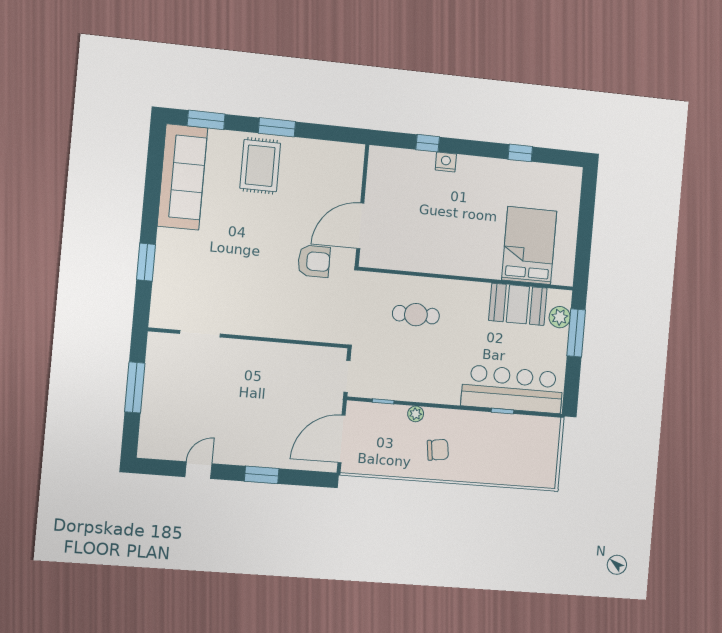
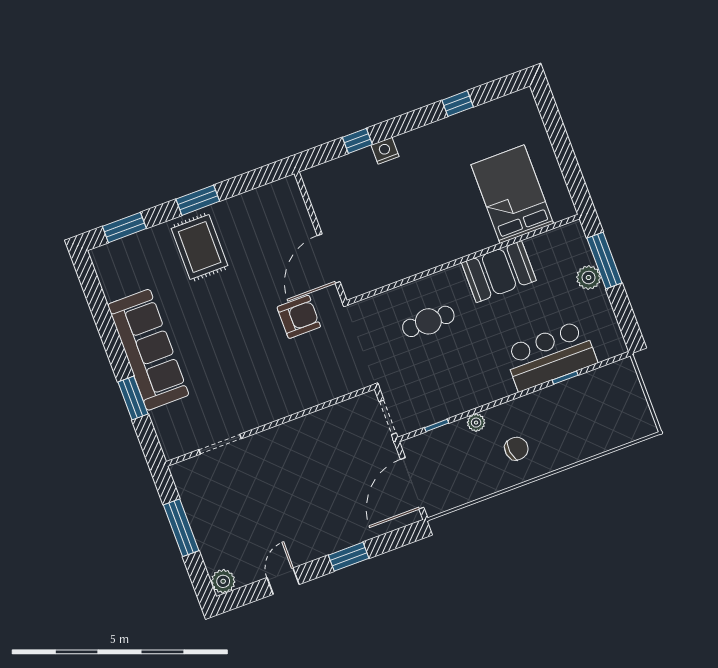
sofa: (182, 177) -> (148, 350), moved
booth: (518, 304) -> (499, 272), moved
plant: (560, 317) -> (589, 278), moved
bar counter: (512, 389) -> (550, 356), width x0.73
plant: (149, 448) -> (223, 581), added

